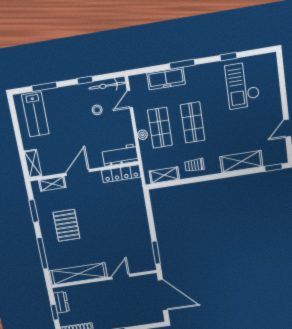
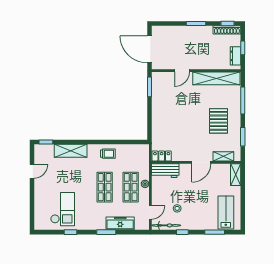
locker: (121, 174) -> (162, 156), width x0.66
shelving: (164, 175) -> (133, 149), removed

